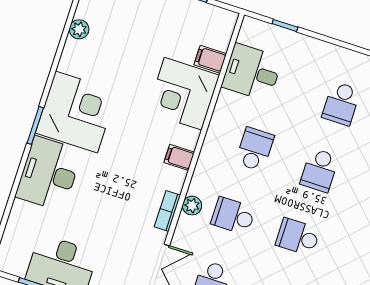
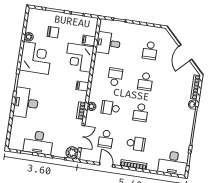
chair: (134, 28) -> (53, 32), added
corner desk: (76, 112) -> (36, 58), moved
school desk: (298, 237) -> (141, 113), turned -90

